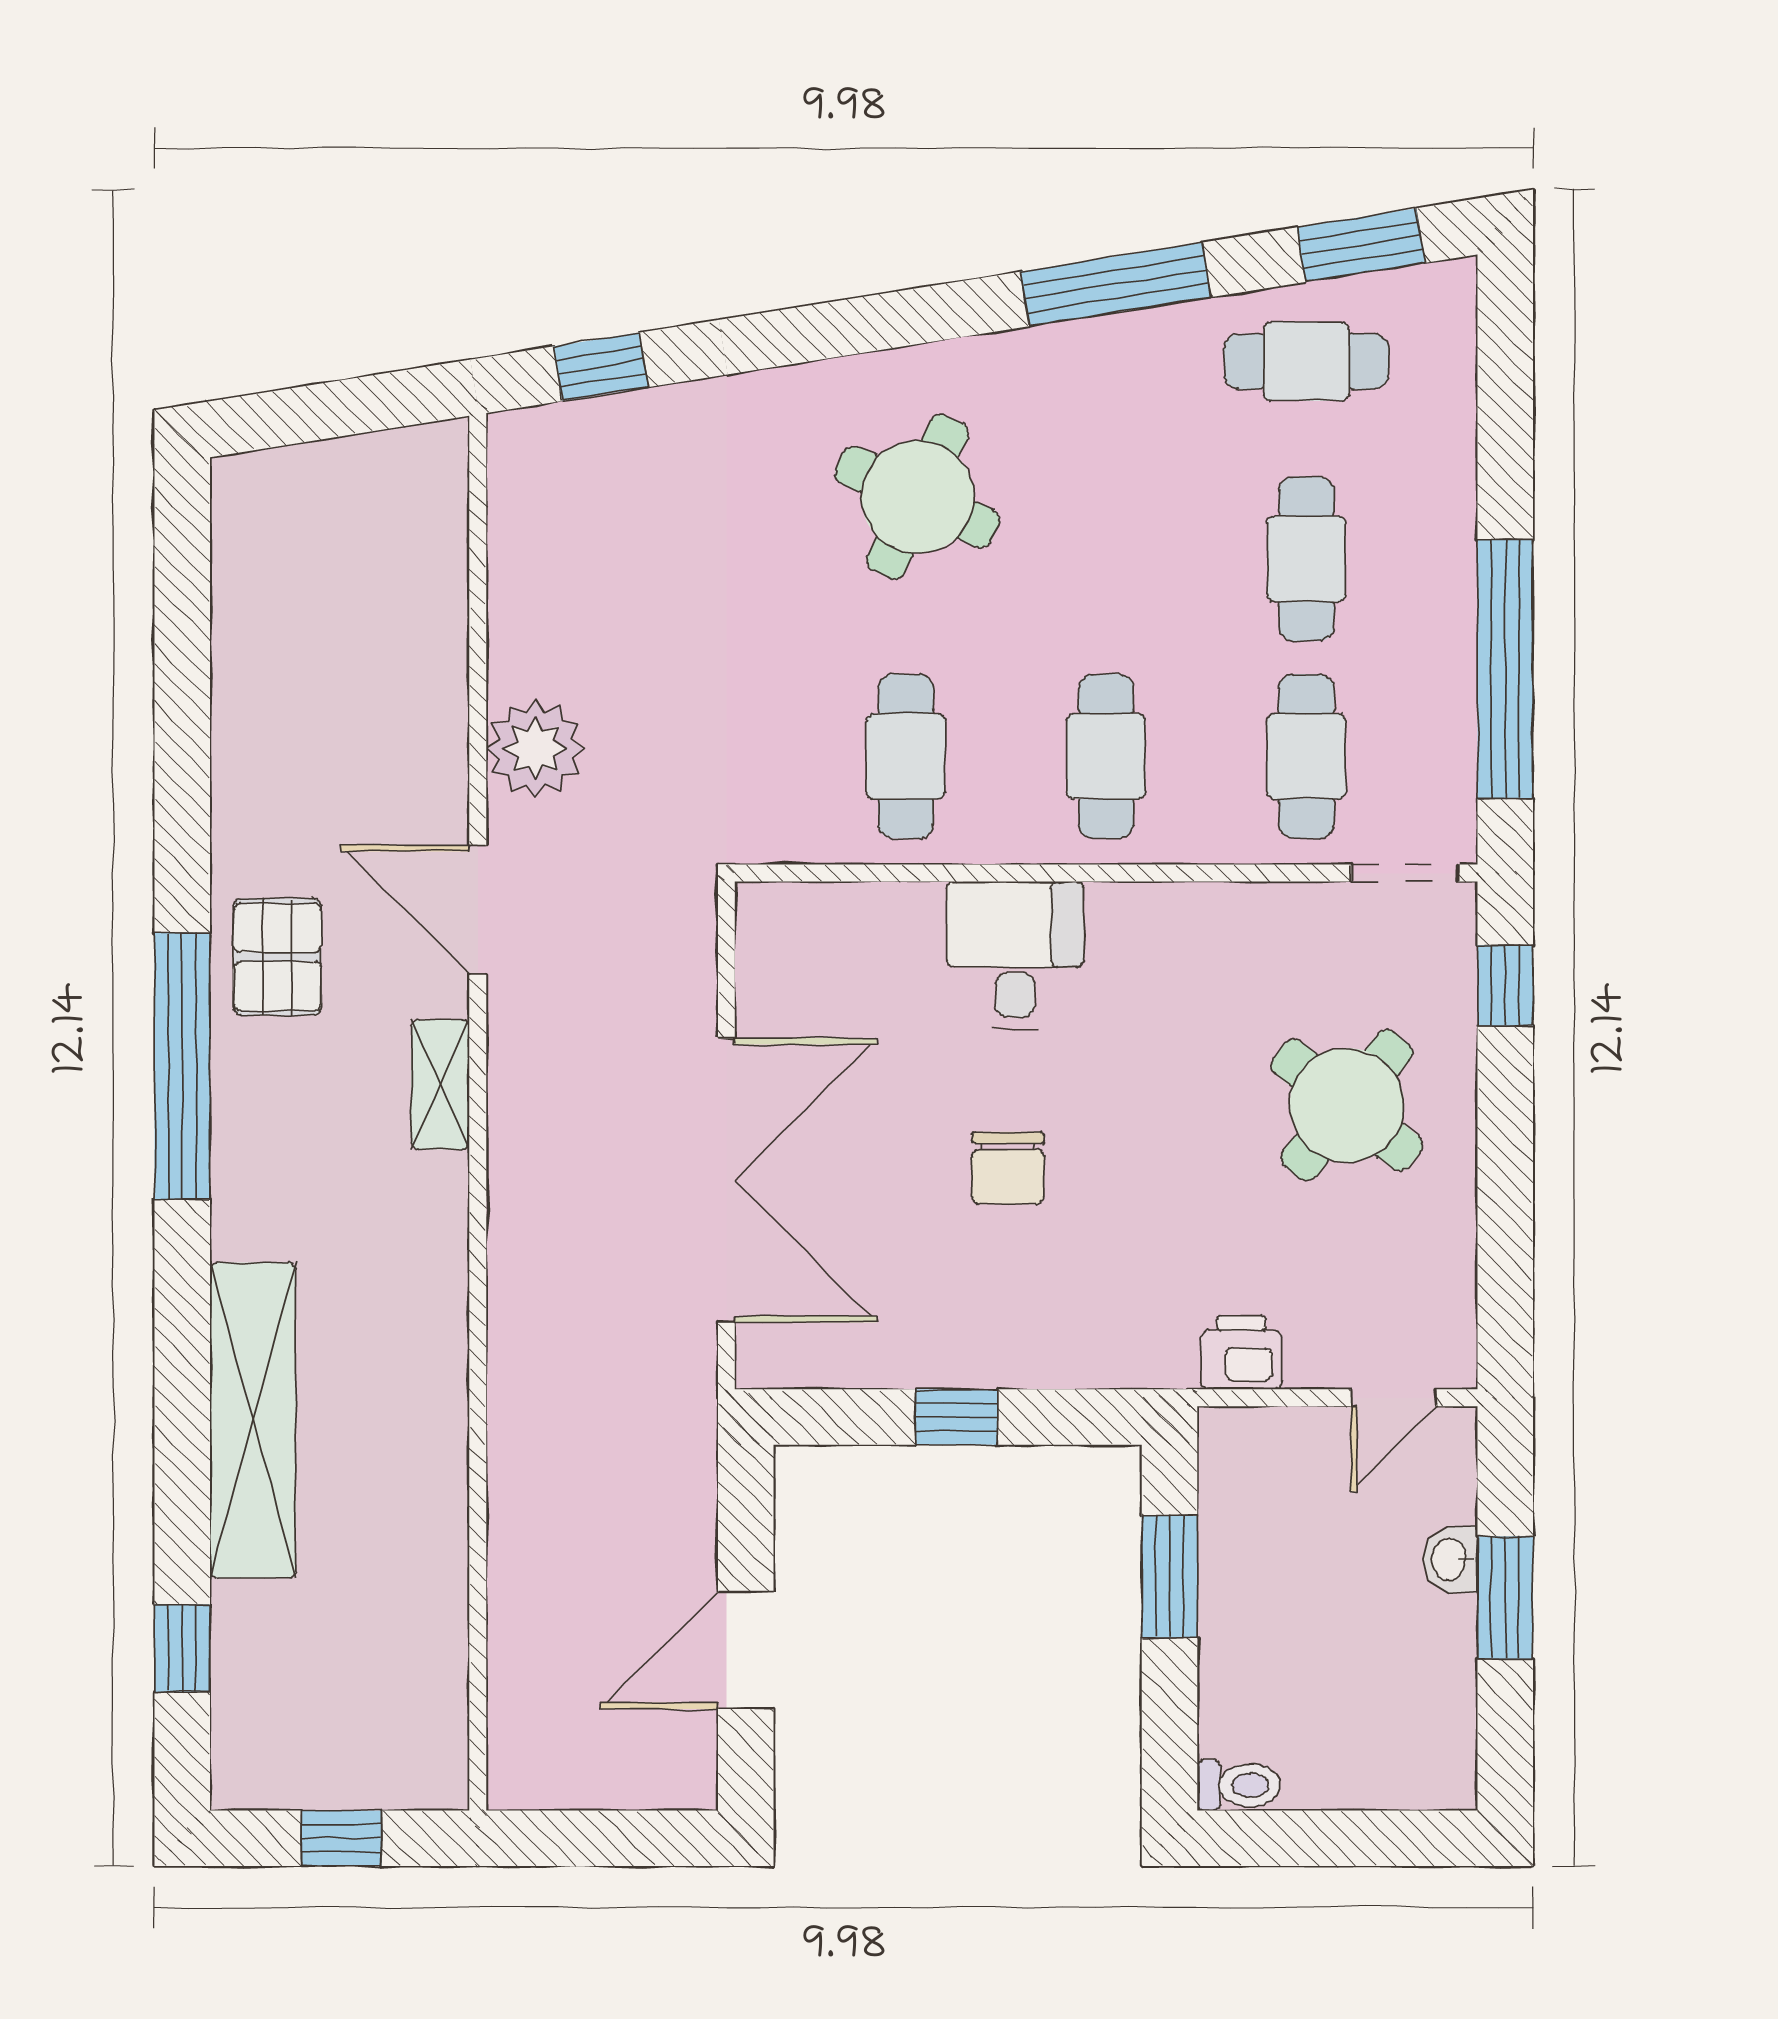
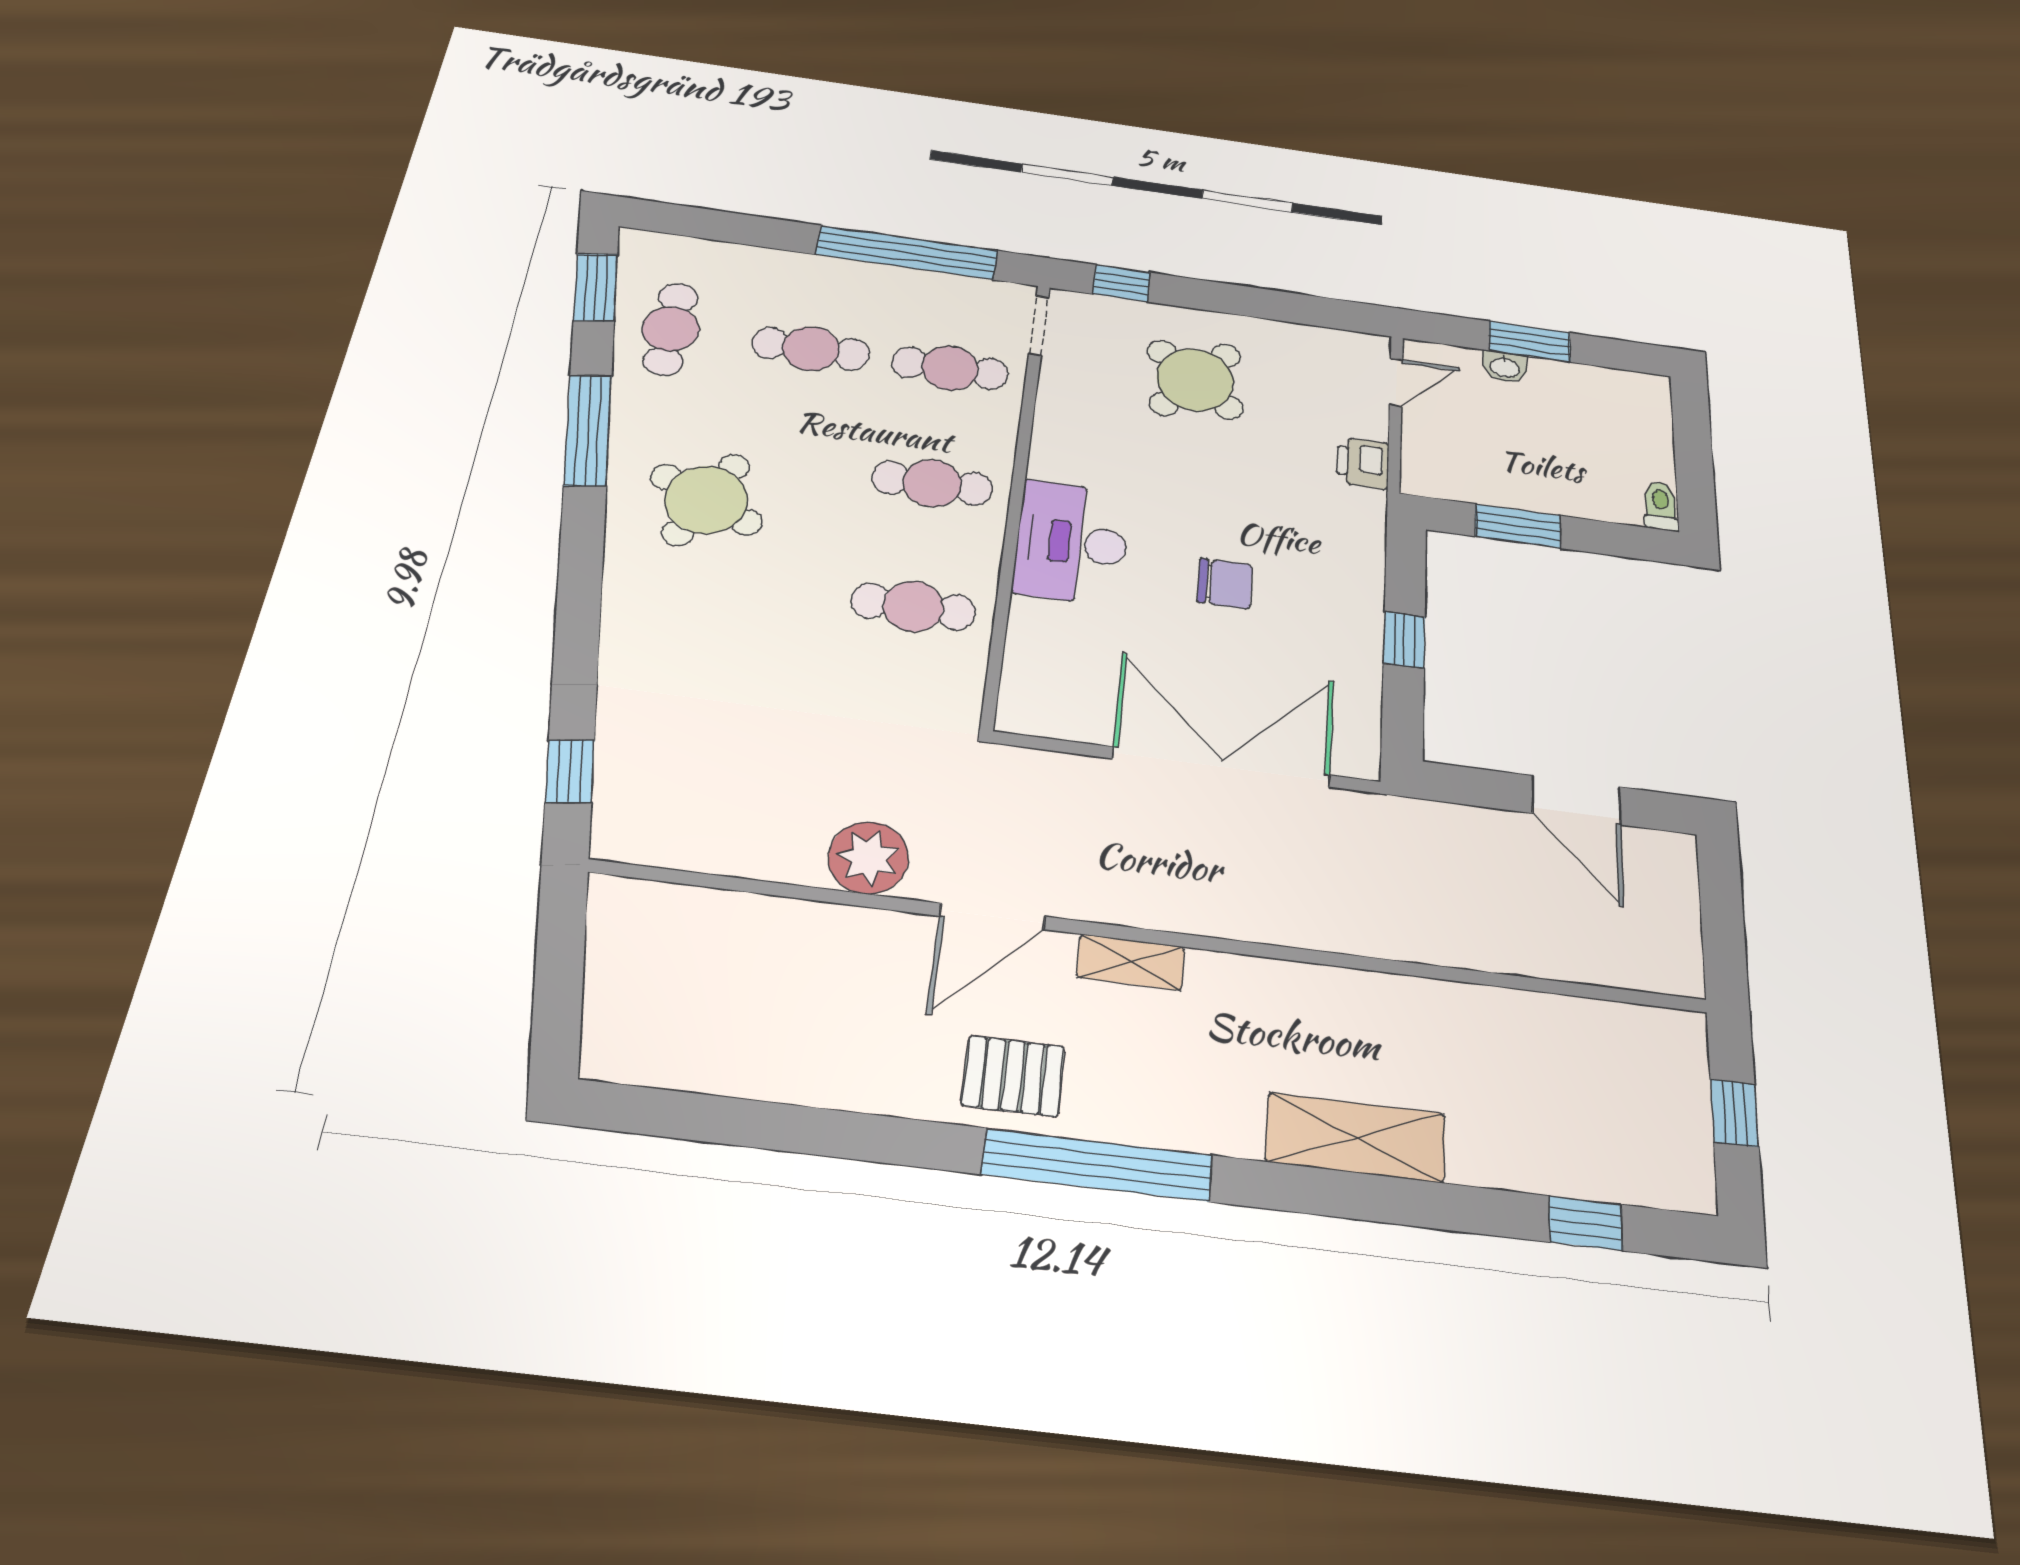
round table: (918, 497) -> (706, 500), moved
desk: (1015, 955) -> (1072, 542), width x1.37
door: (1394, 1398) -> (1396, 382), hinge flipped
shelving: (253, 1420) -> (1356, 1138), width x0.68

